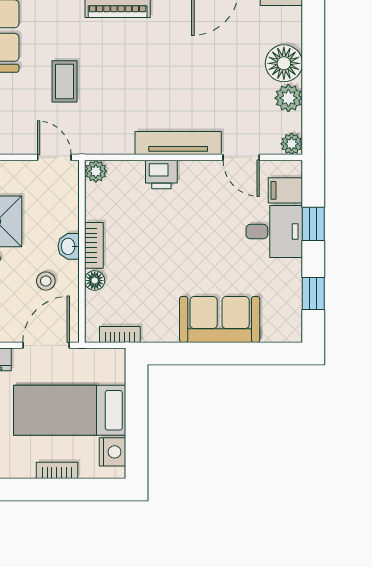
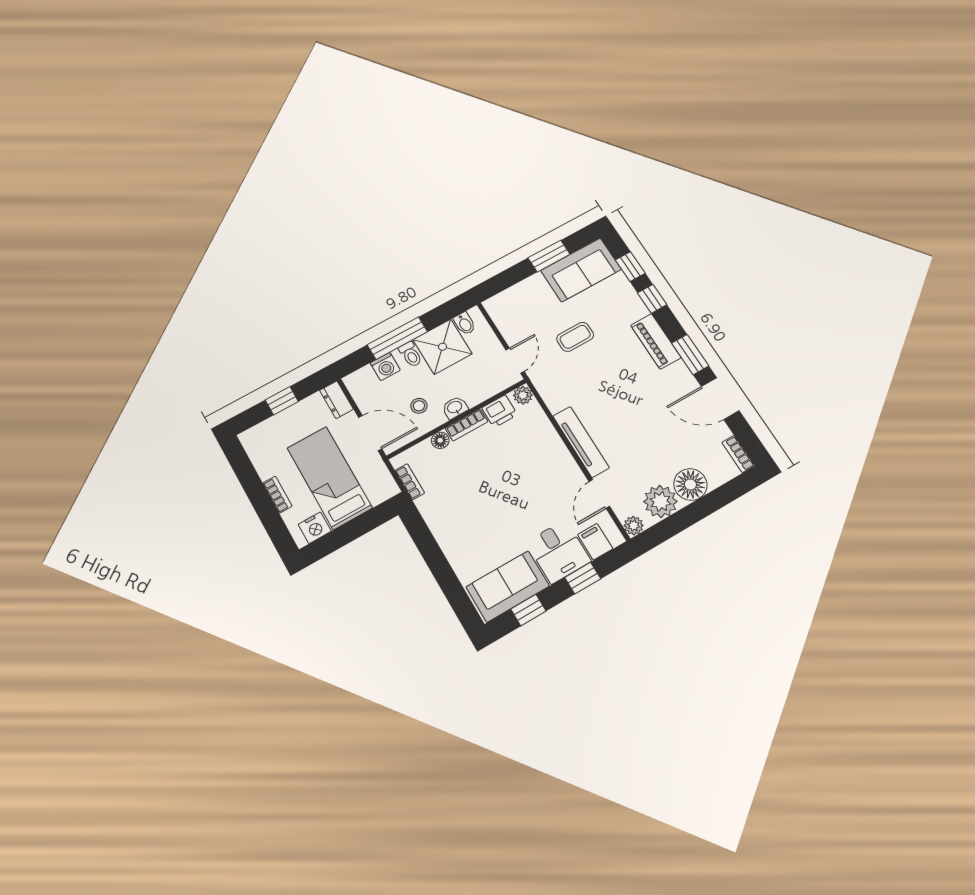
plant: (288, 98) -> (660, 501), width x1.36, depth x1.36
printer: (161, 175) -> (500, 411), moved, turned -90
sofa: (220, 319) -> (508, 586), moved, turned -90

